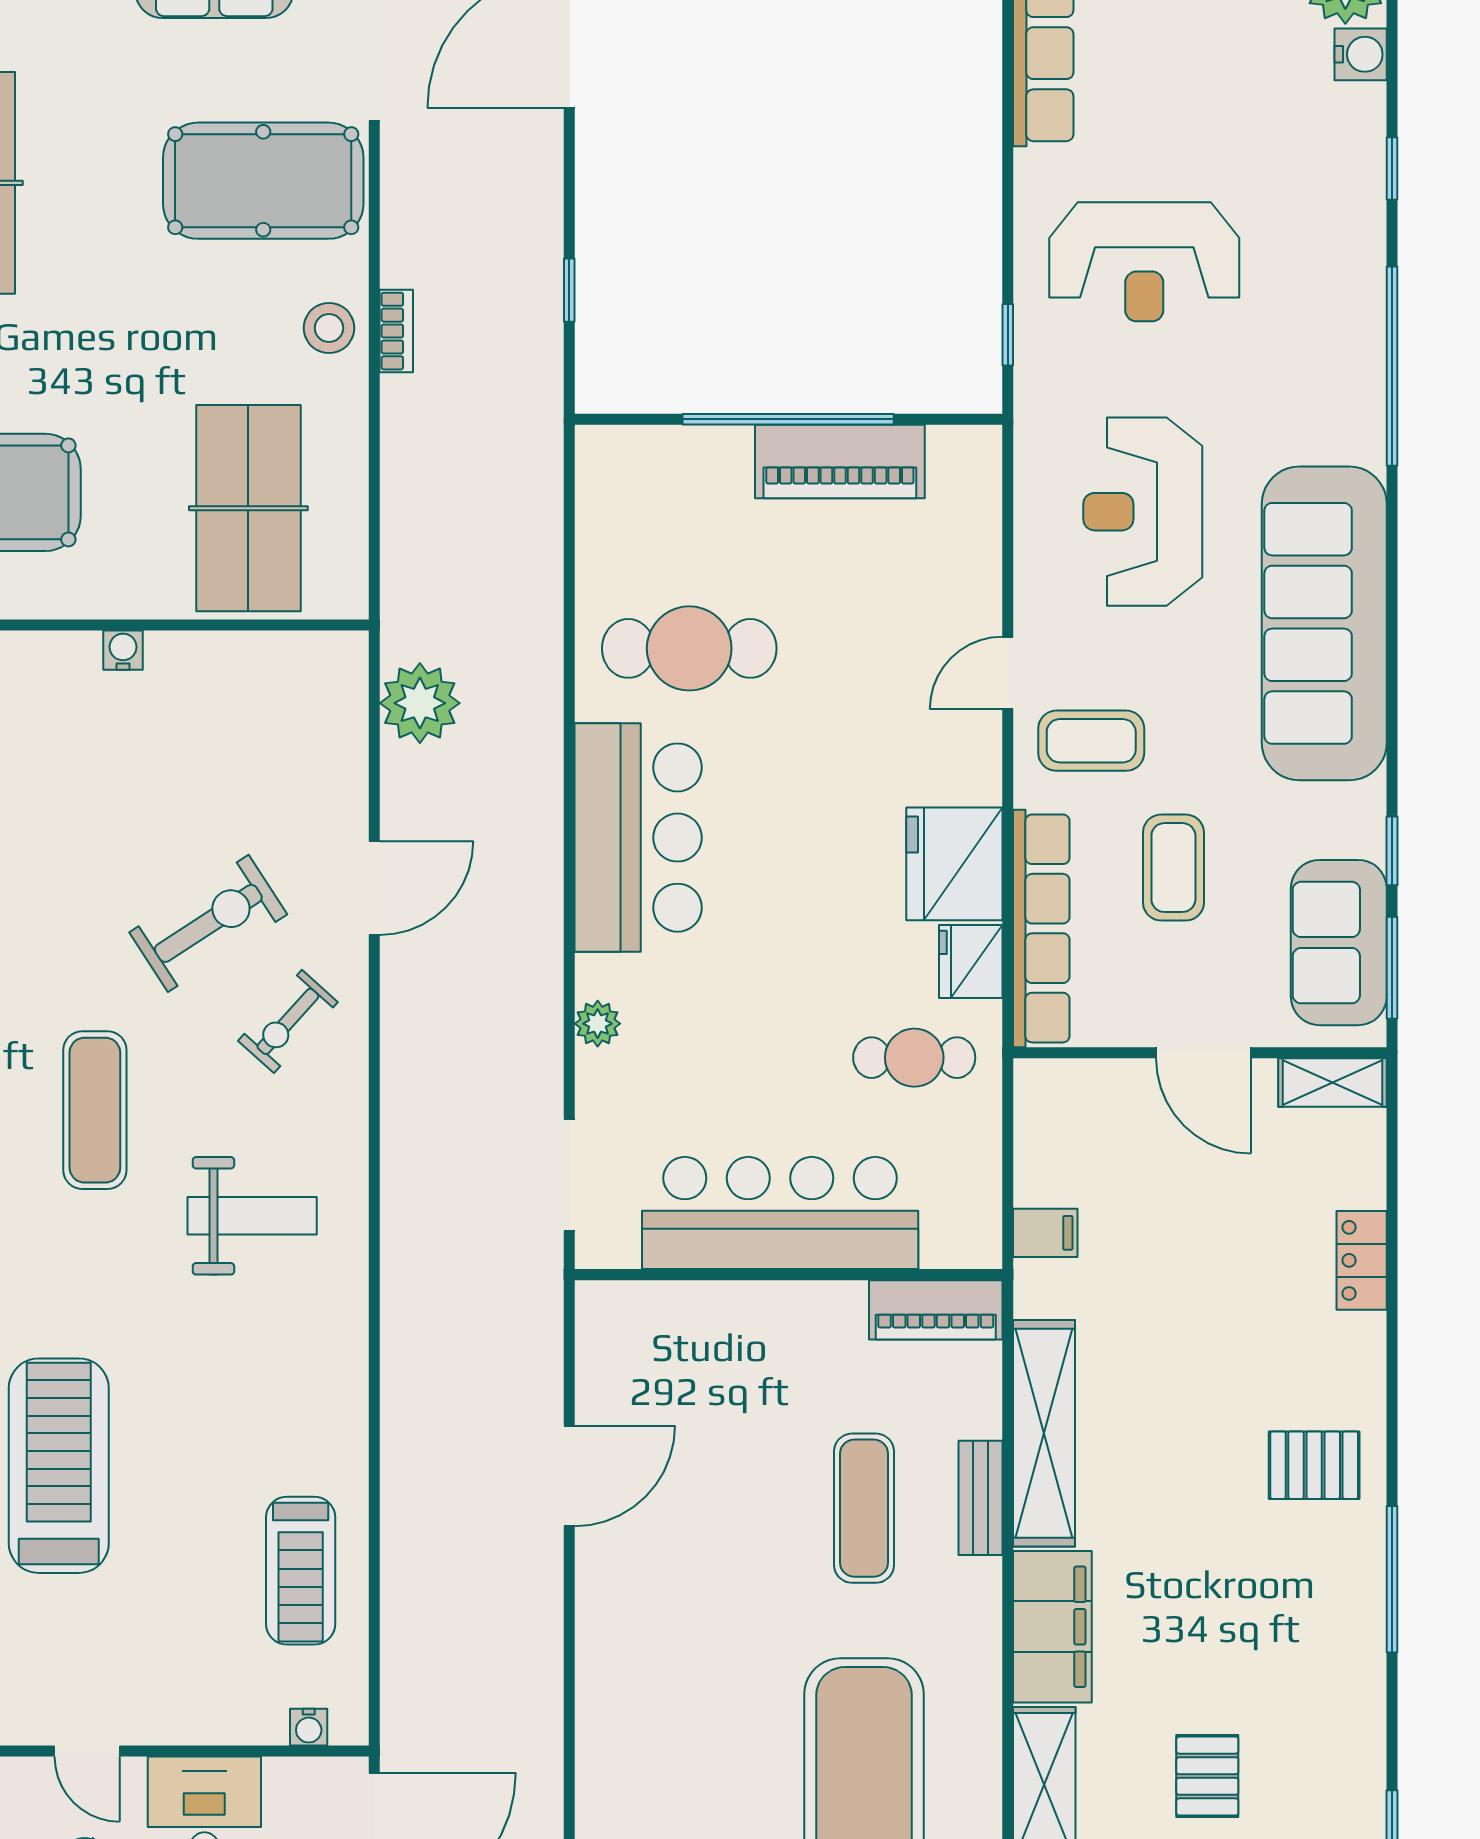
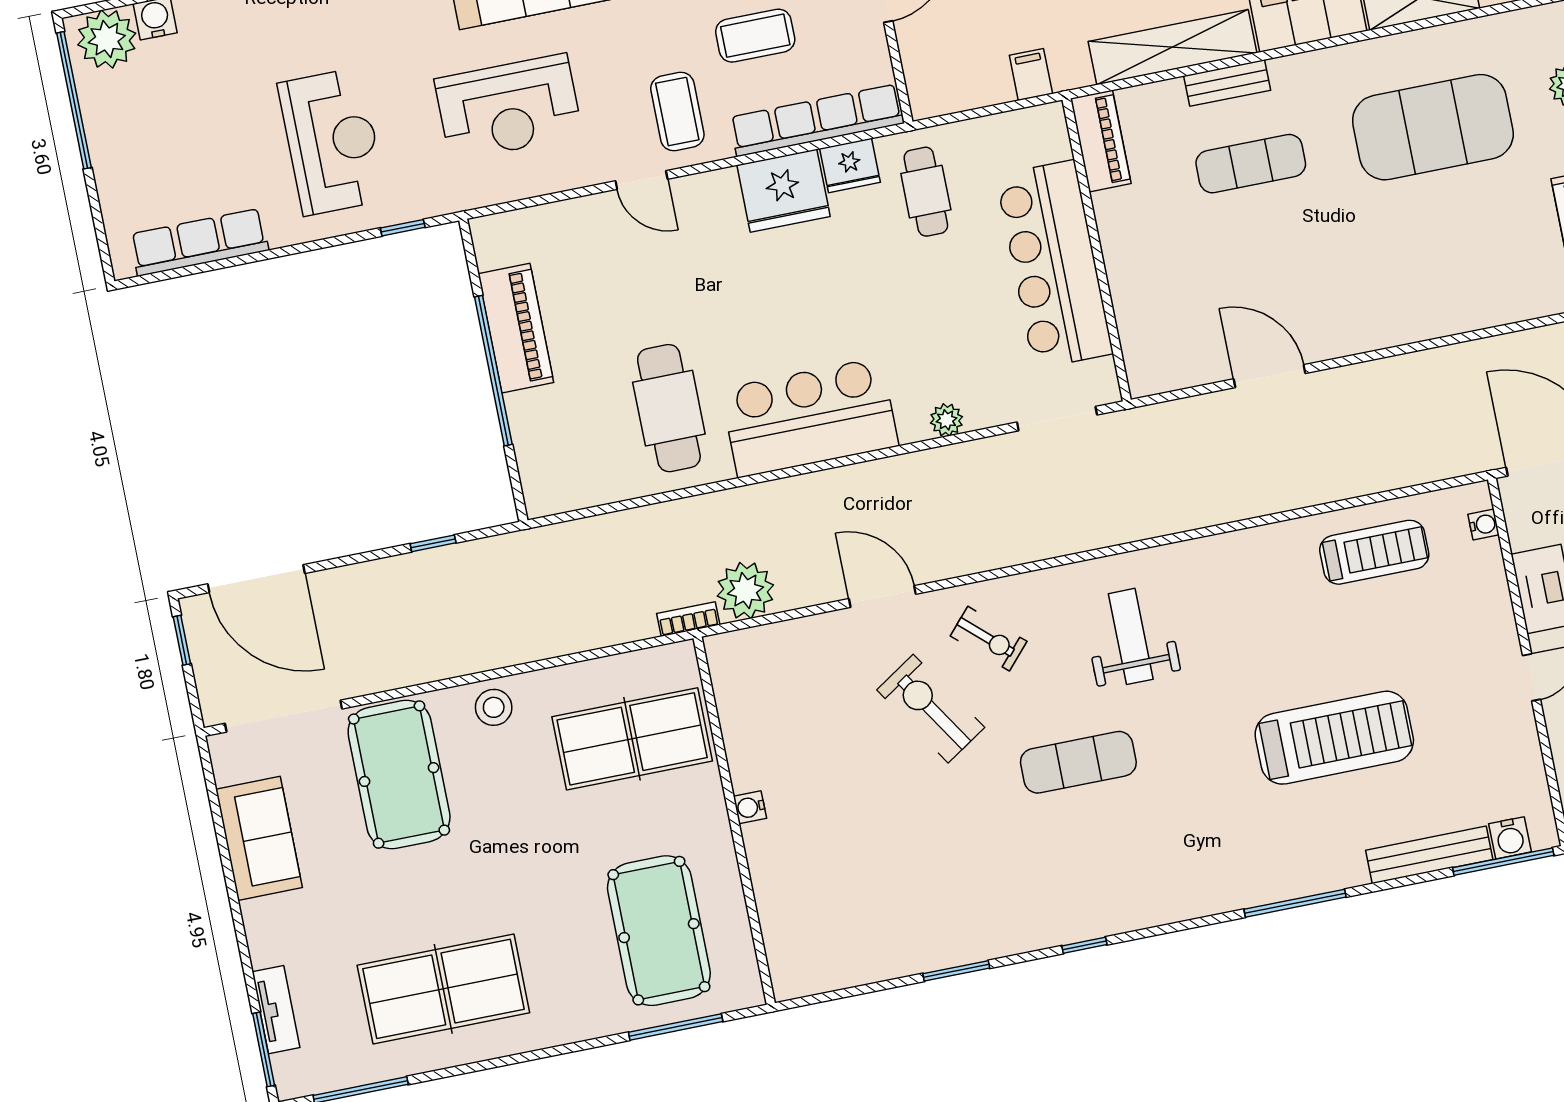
bookcase: (396, 331) -> (688, 619), moved
treadmill: (59, 1466) -> (1334, 738), turned 180

